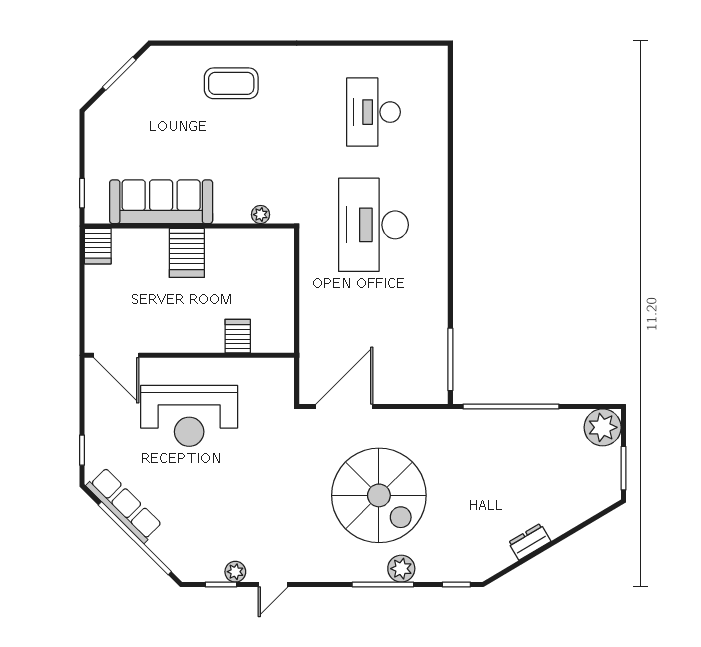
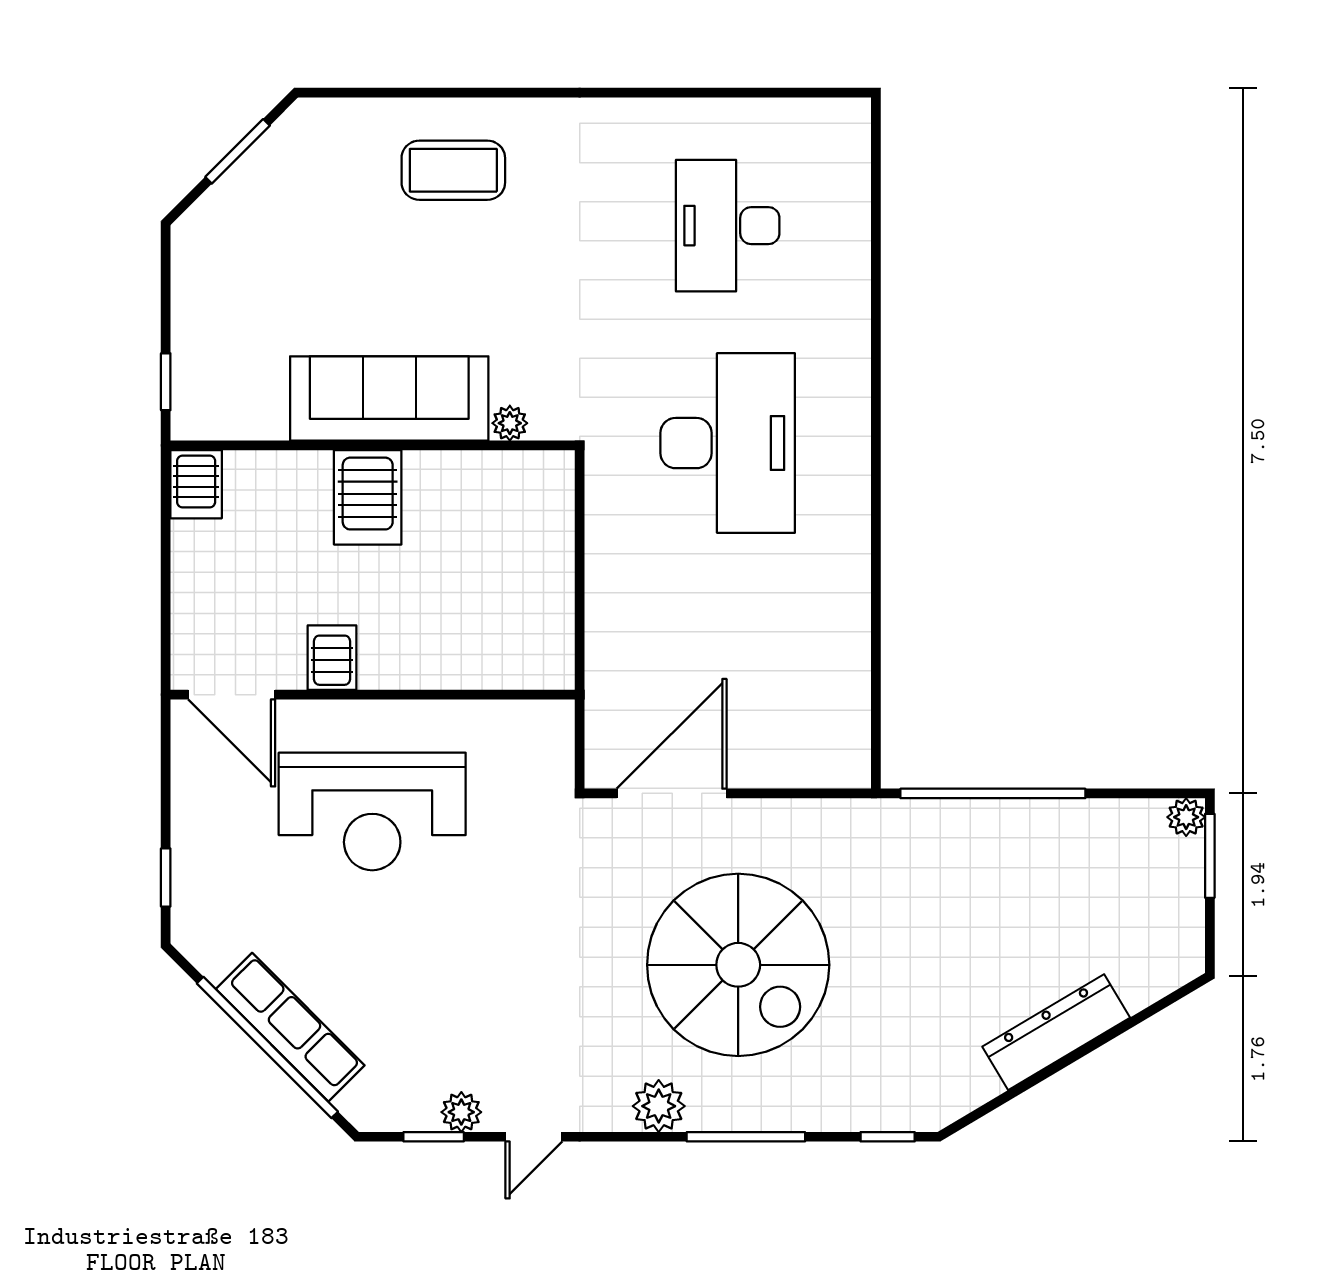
sofa: (161, 202) -> (389, 399), moved
desk: (374, 225) -> (728, 443), turned 180
server rack: (238, 336) -> (332, 658), moved
window: (450, 359) -> (876, 702), removed
plant: (603, 427) -> (1186, 817), width x0.53, depth x0.53
window: (623, 468) -> (1210, 856), moved
row of seats: (124, 505) -> (290, 1027), moved
dresser: (530, 542) -> (1056, 1032), width x1.96, depth x1.24
plant: (401, 569) -> (659, 1106), moved

